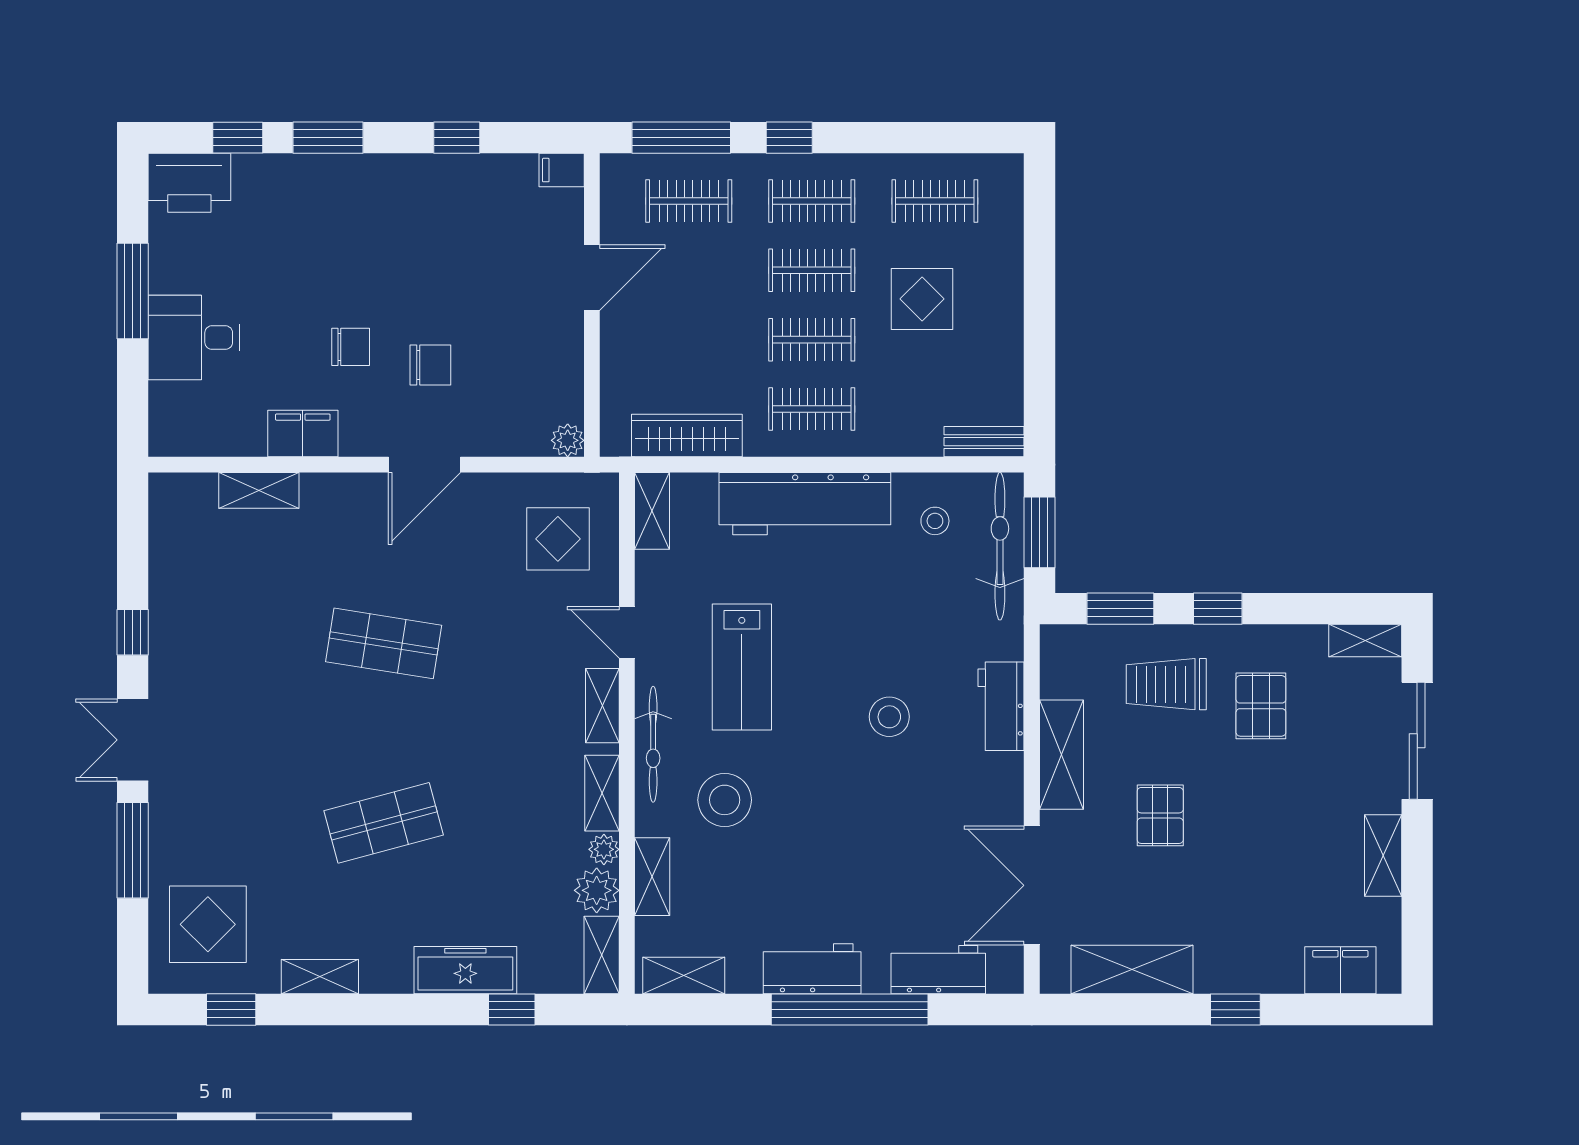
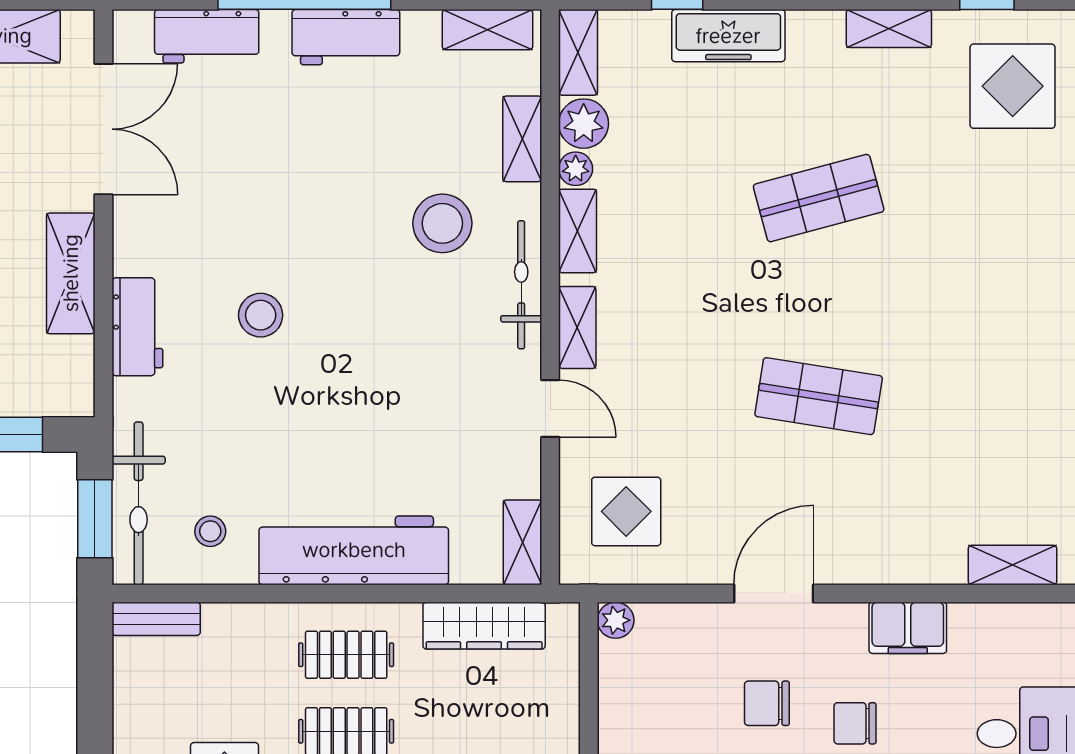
shelving: (259, 490) -> (1013, 565), moved
lab bench: (742, 667) -> (423, 370), removed

